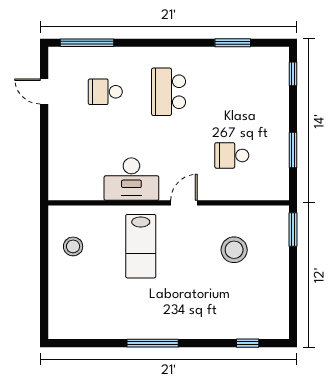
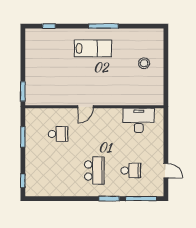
window: (233, 43) -> (109, 199), moved
desk: (131, 179) -> (139, 120), moved
stool: (73, 246) -> (144, 63), moved
lab bench: (141, 246) -> (93, 48), moved, turned 90
stool: (234, 250) -> (57, 80), removed

